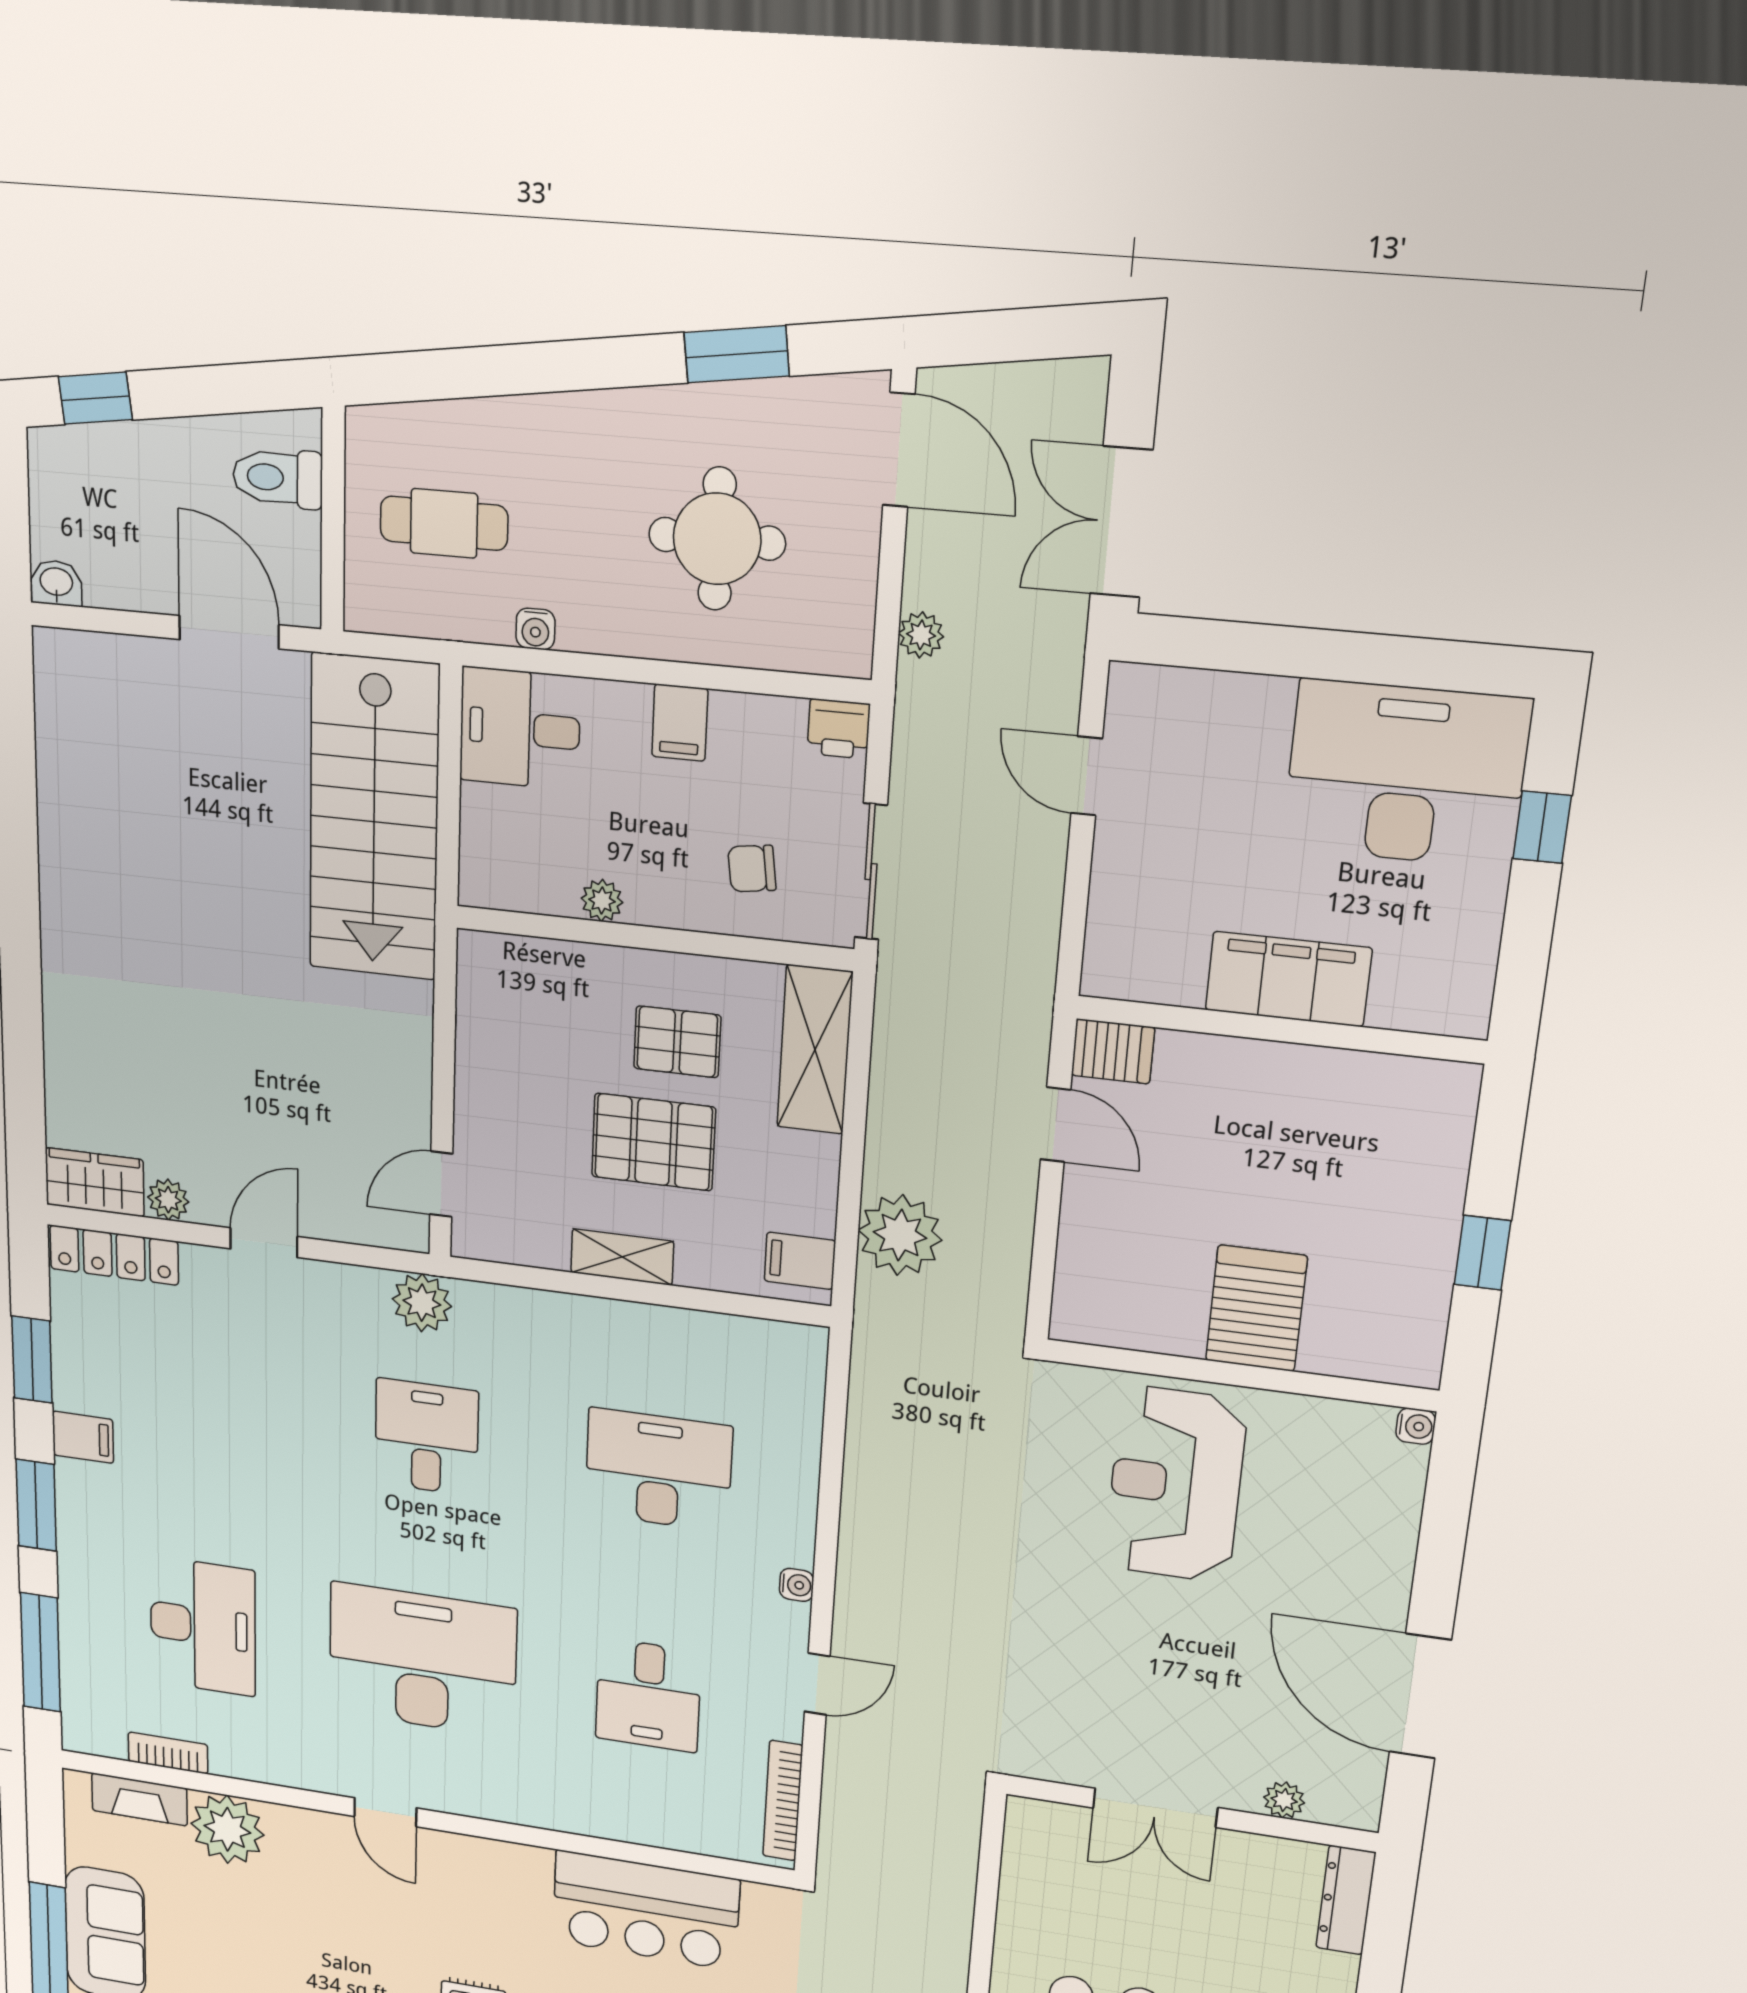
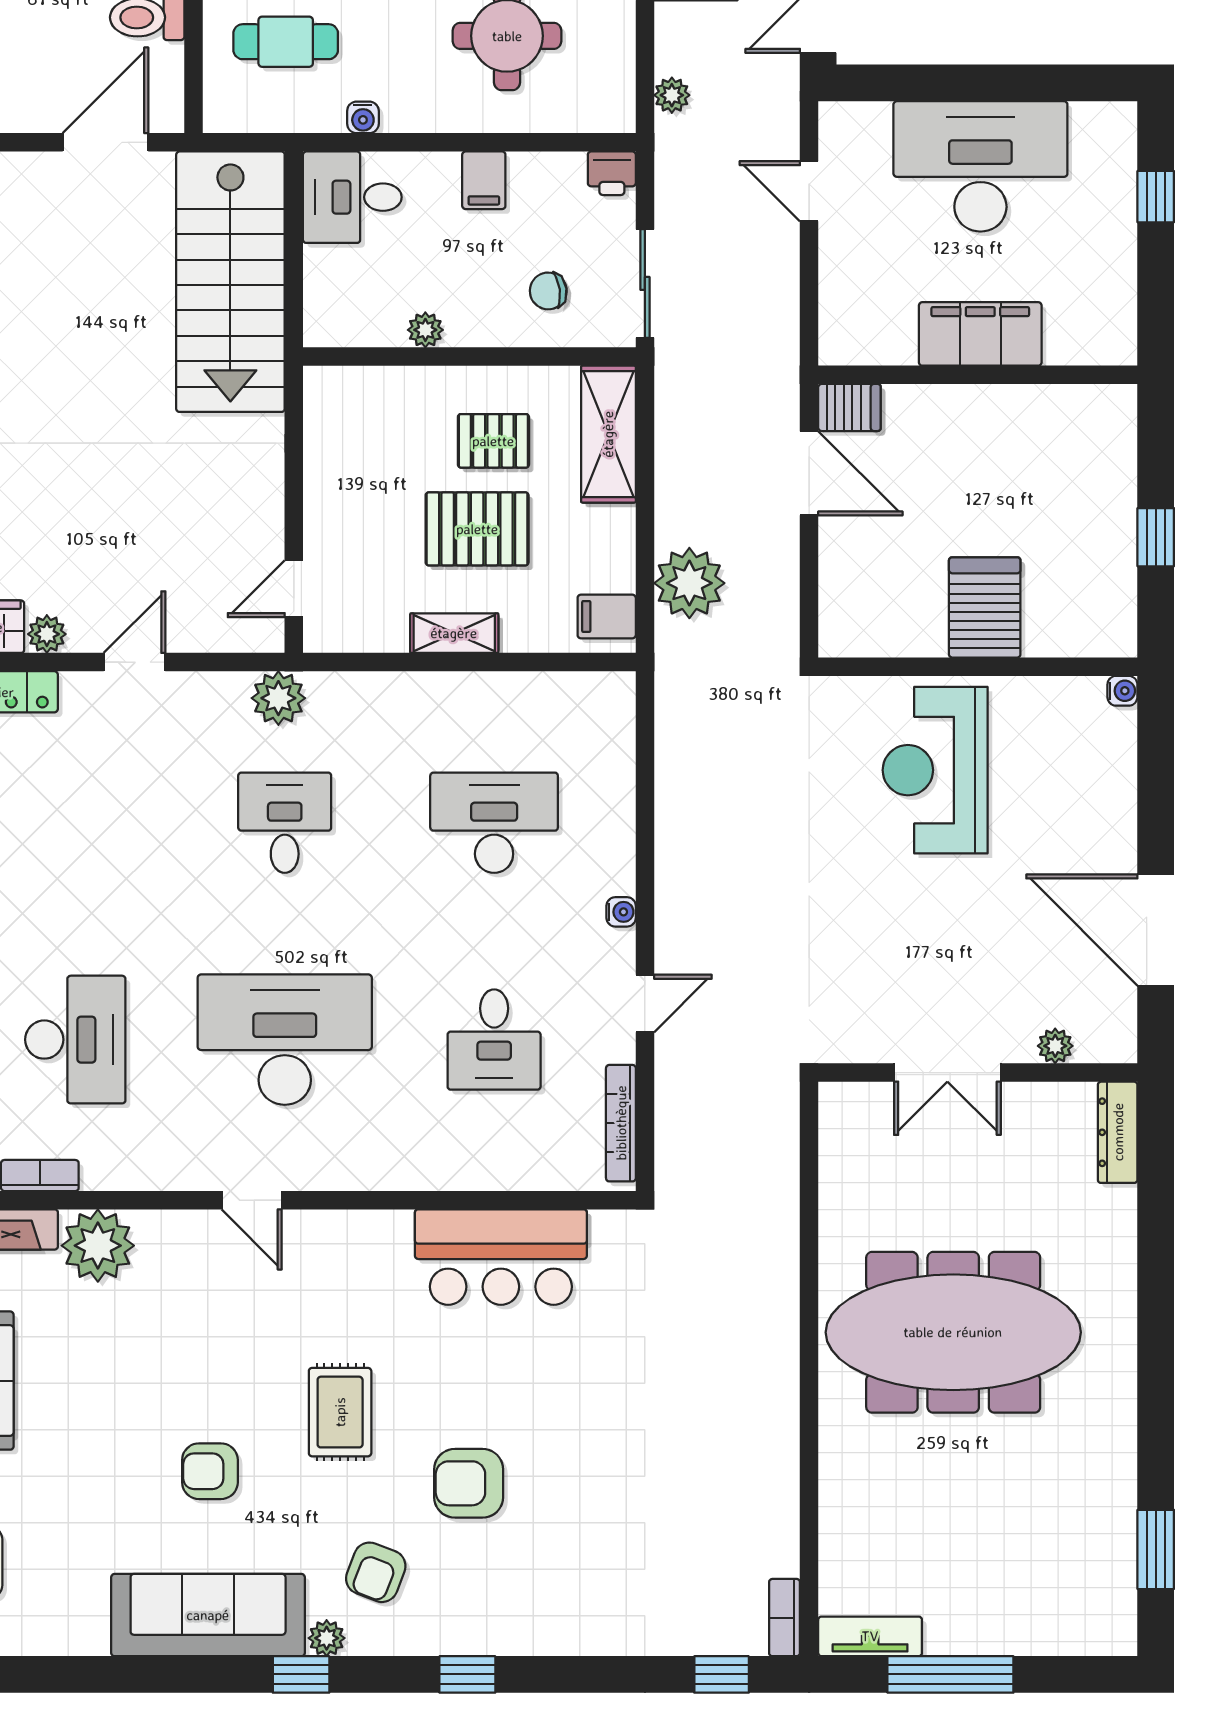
door: (229, 632) -> (106, 142), hinge flipped
desk: (1406, 774) -> (980, 166), moved
door: (1055, 1125) -> (809, 473), width x1.37

